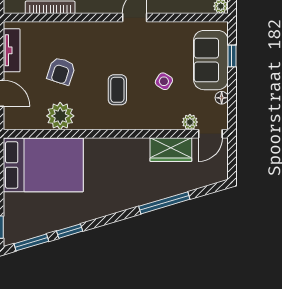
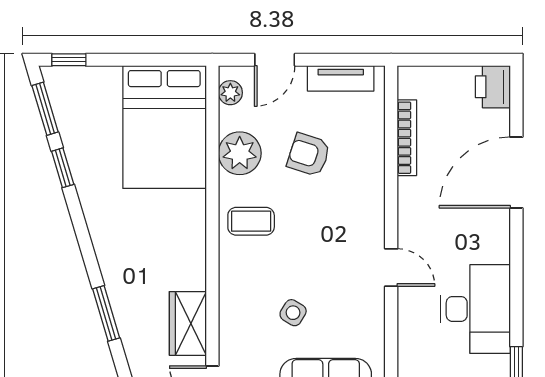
coffee table: (117, 90) -> (251, 221), moved
plant: (190, 122) -> (230, 93), moved
window: (164, 203) -> (106, 313), width x0.69

